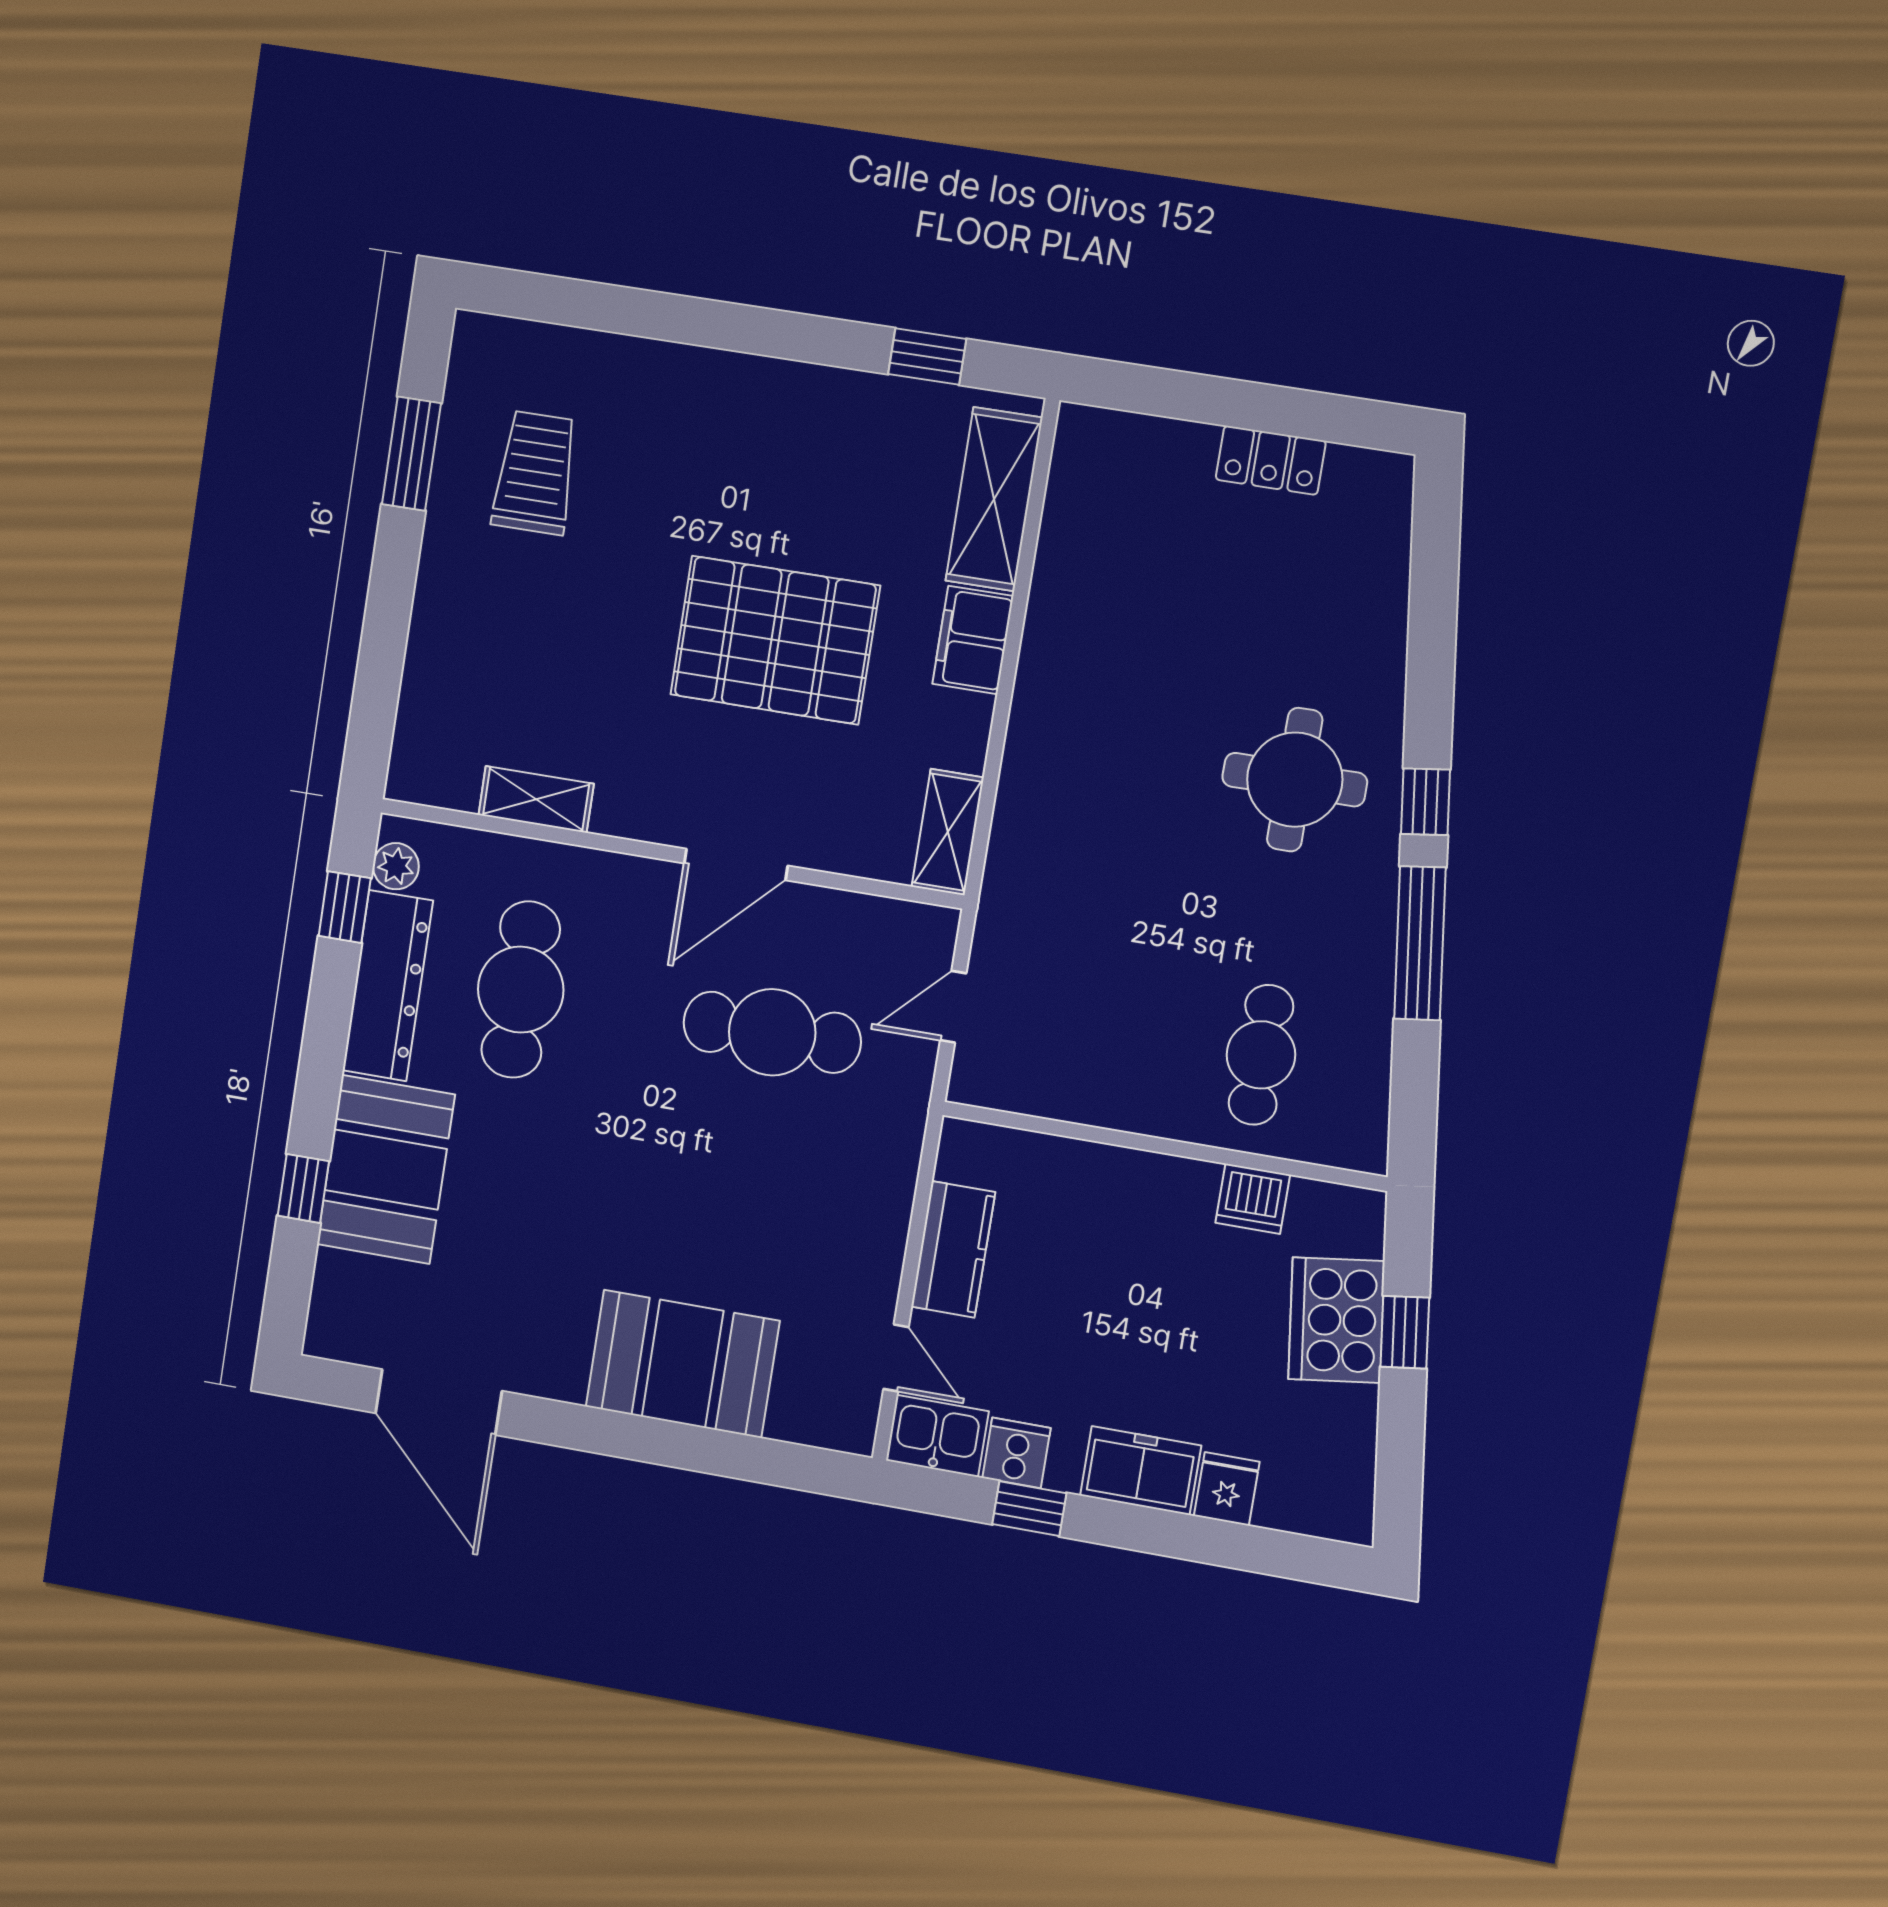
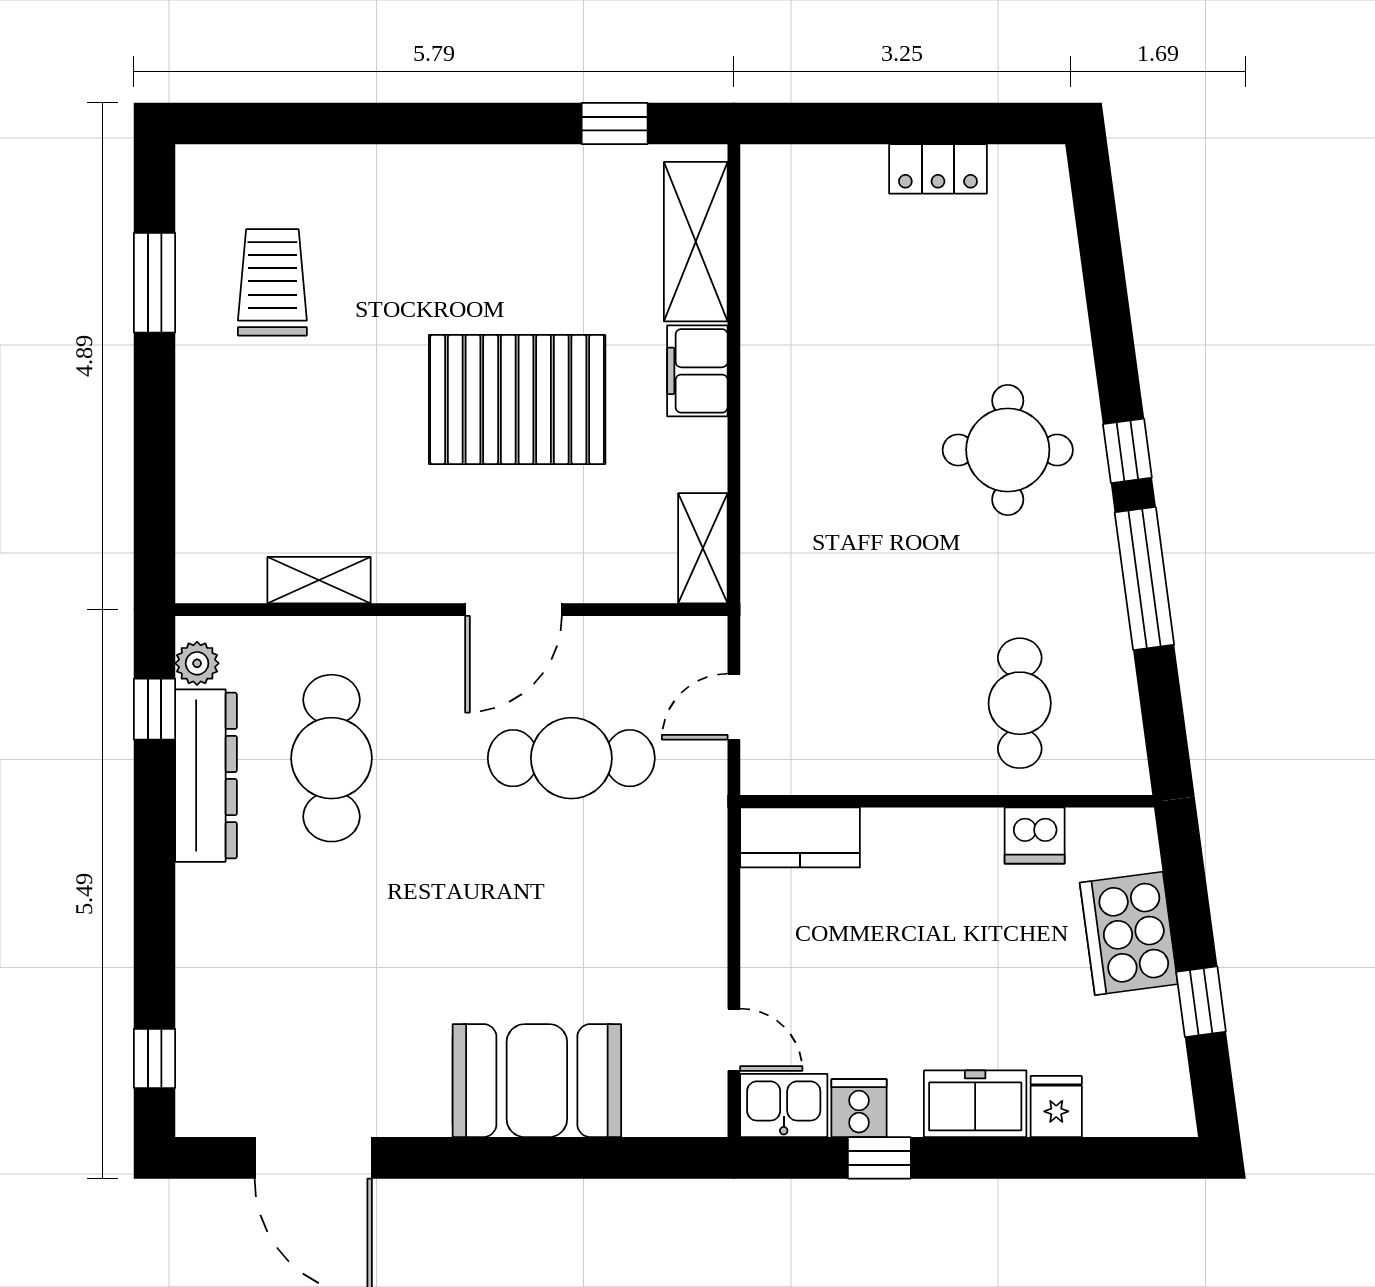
booth: (386, 1169) -> (230, 948), removed
window: (303, 1188) -> (155, 1058), moved
kitchen counter: (953, 1249) -> (800, 837), moved, turned 90
window: (1405, 1332) -> (1201, 1002), moved

